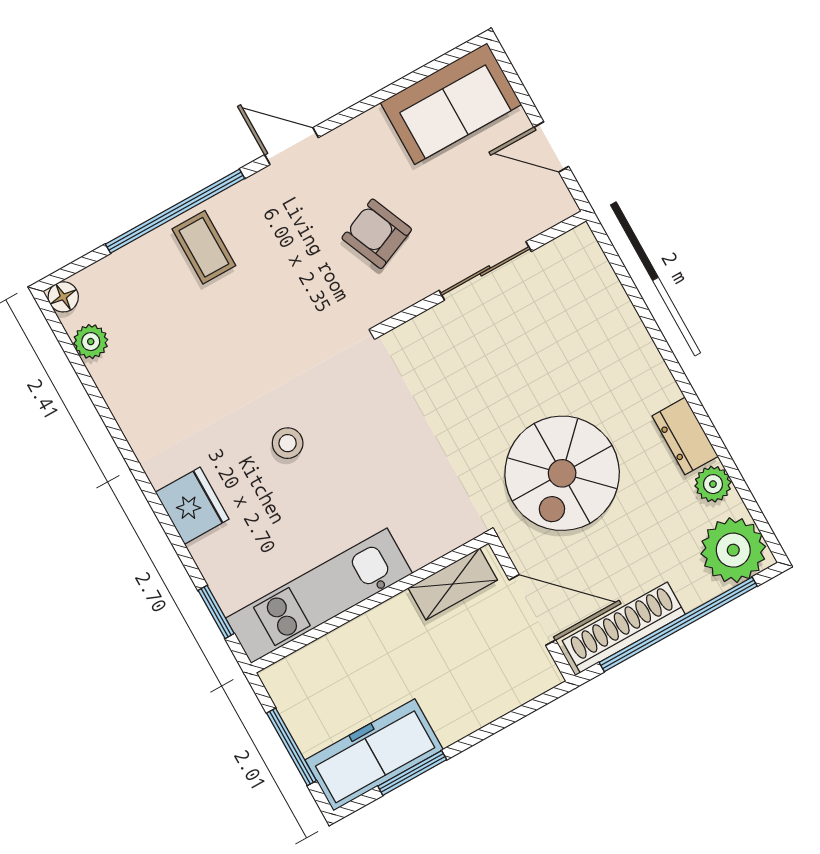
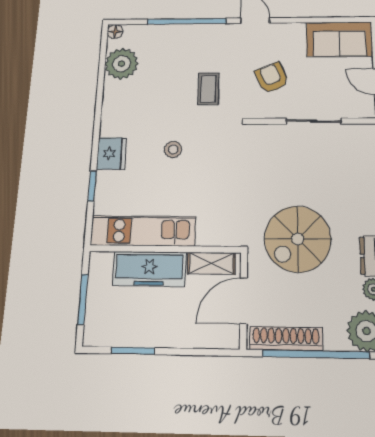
coffee table: (204, 247) -> (208, 89), moved
plant: (91, 342) -> (122, 64), width x1.88, depth x1.88
door: (532, 610) -> (244, 301), swing flipped
window: (216, 612) -> (92, 186), moved
freezer: (374, 755) -> (149, 269), moved, turned 180

